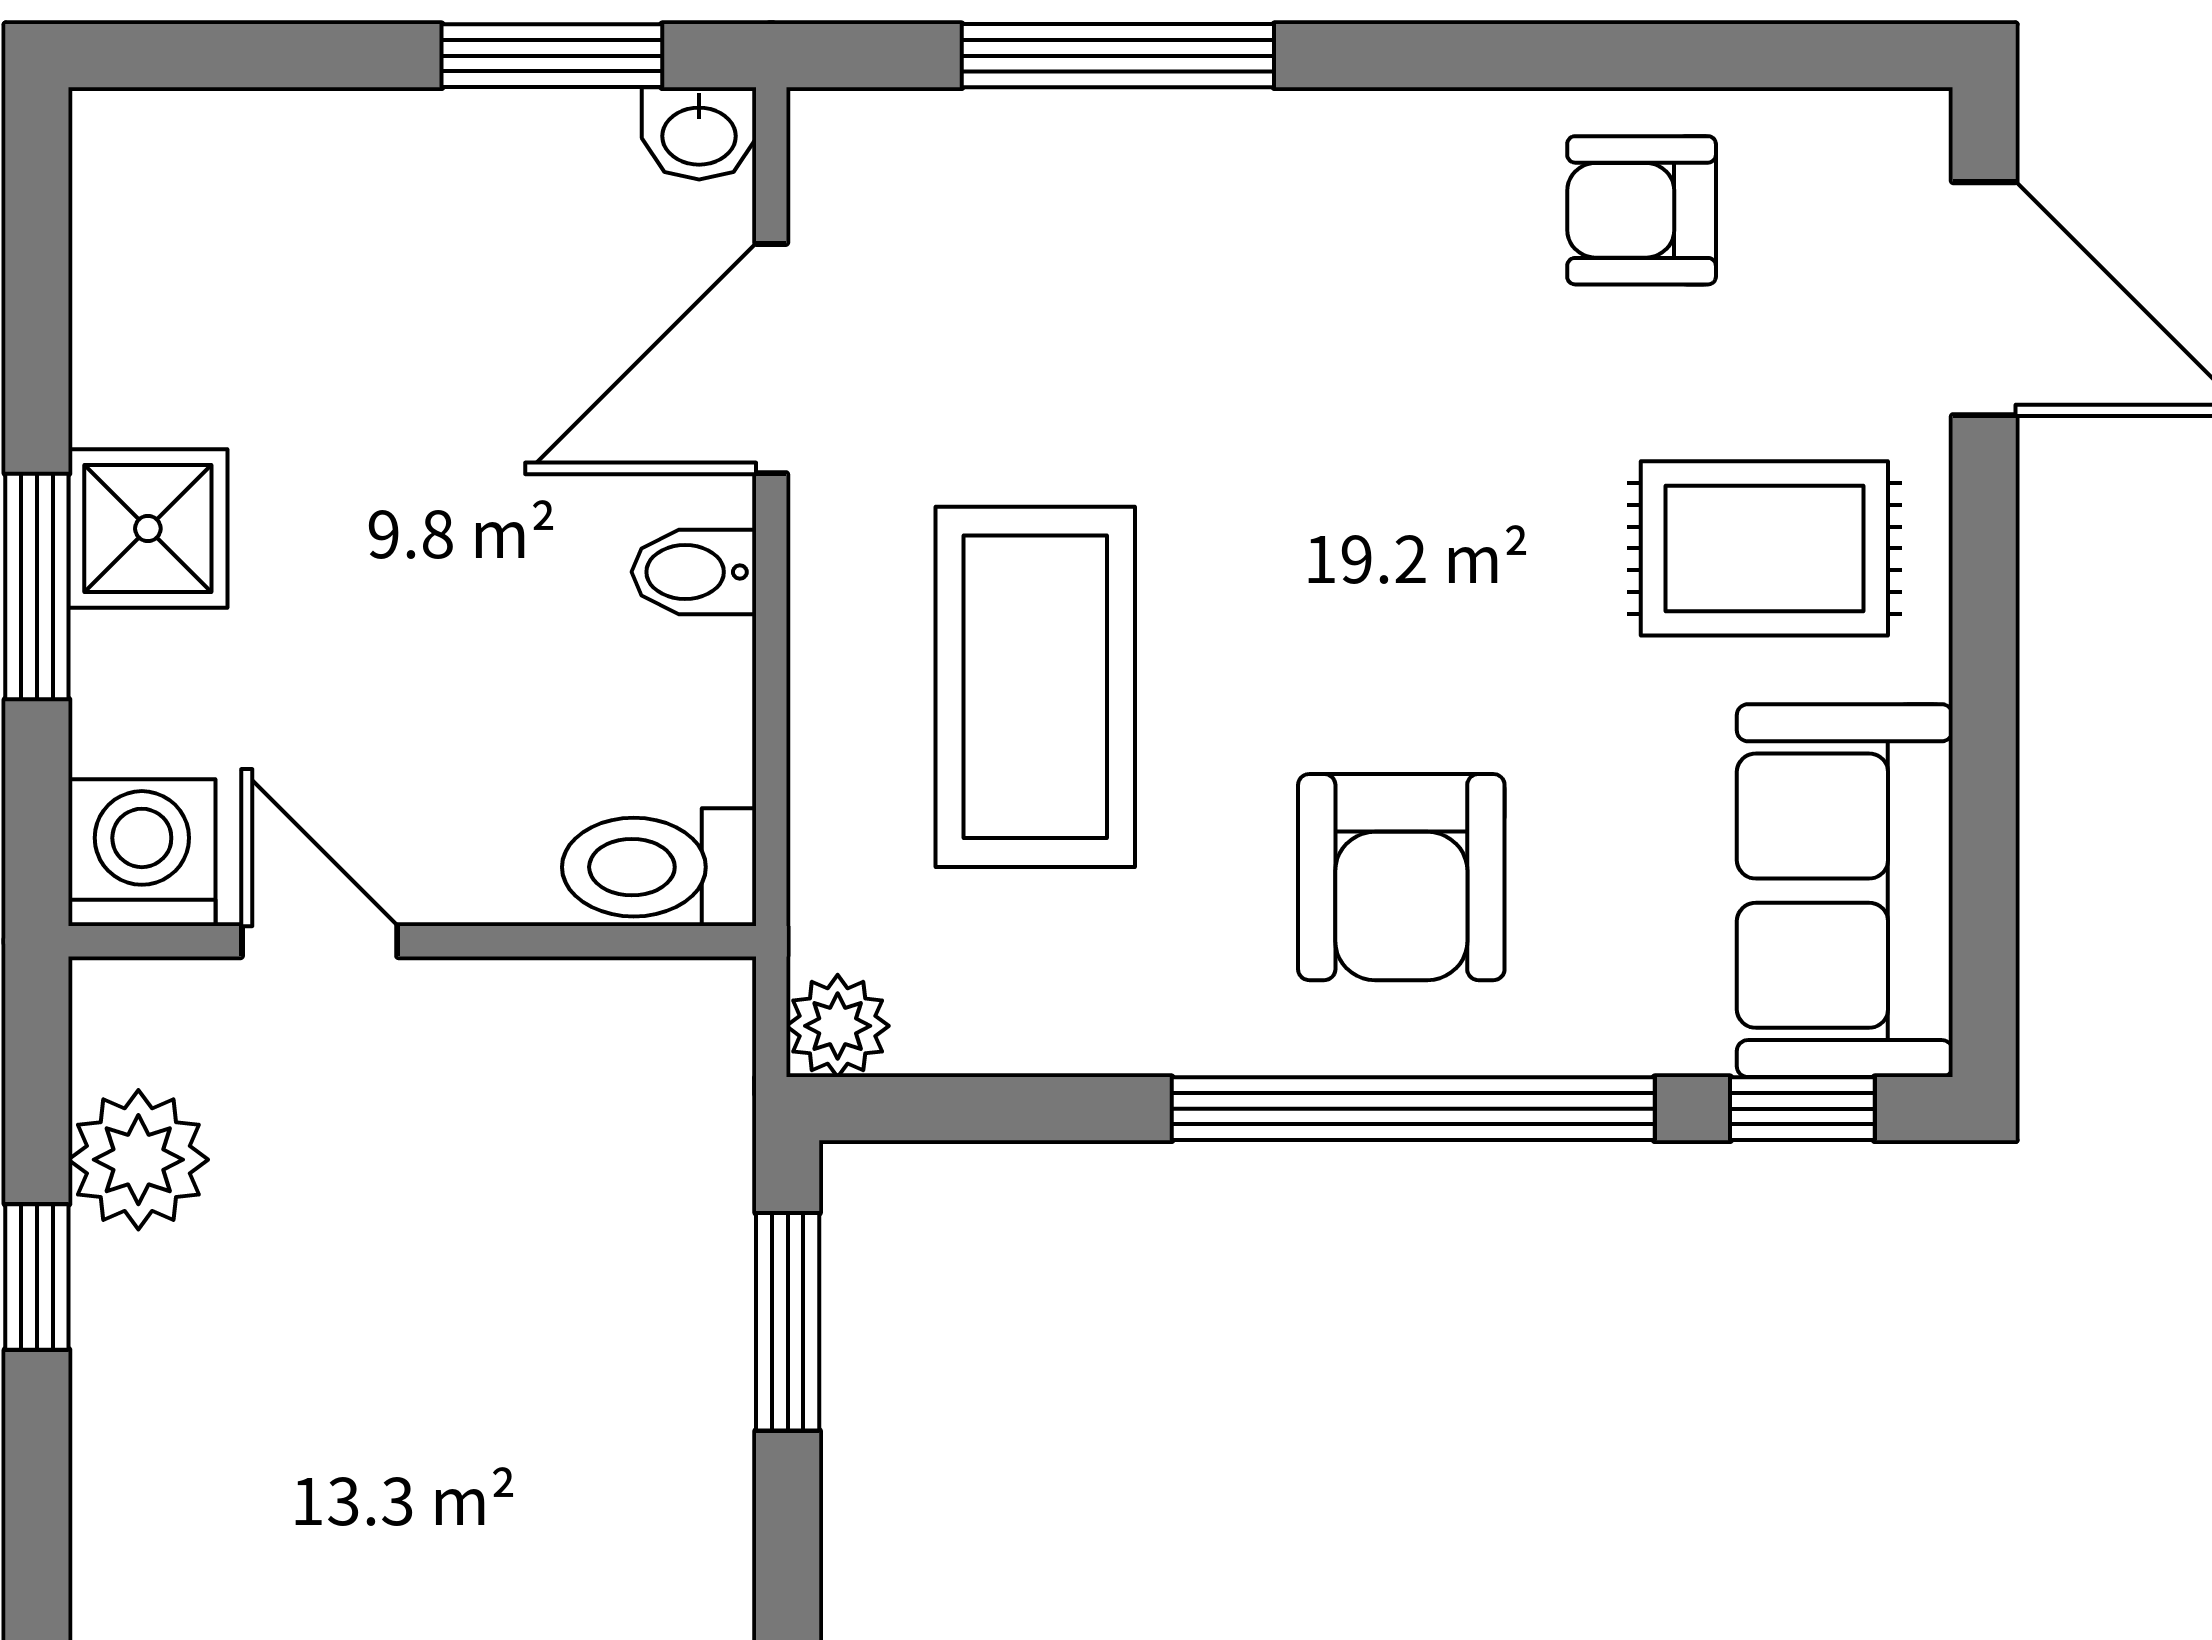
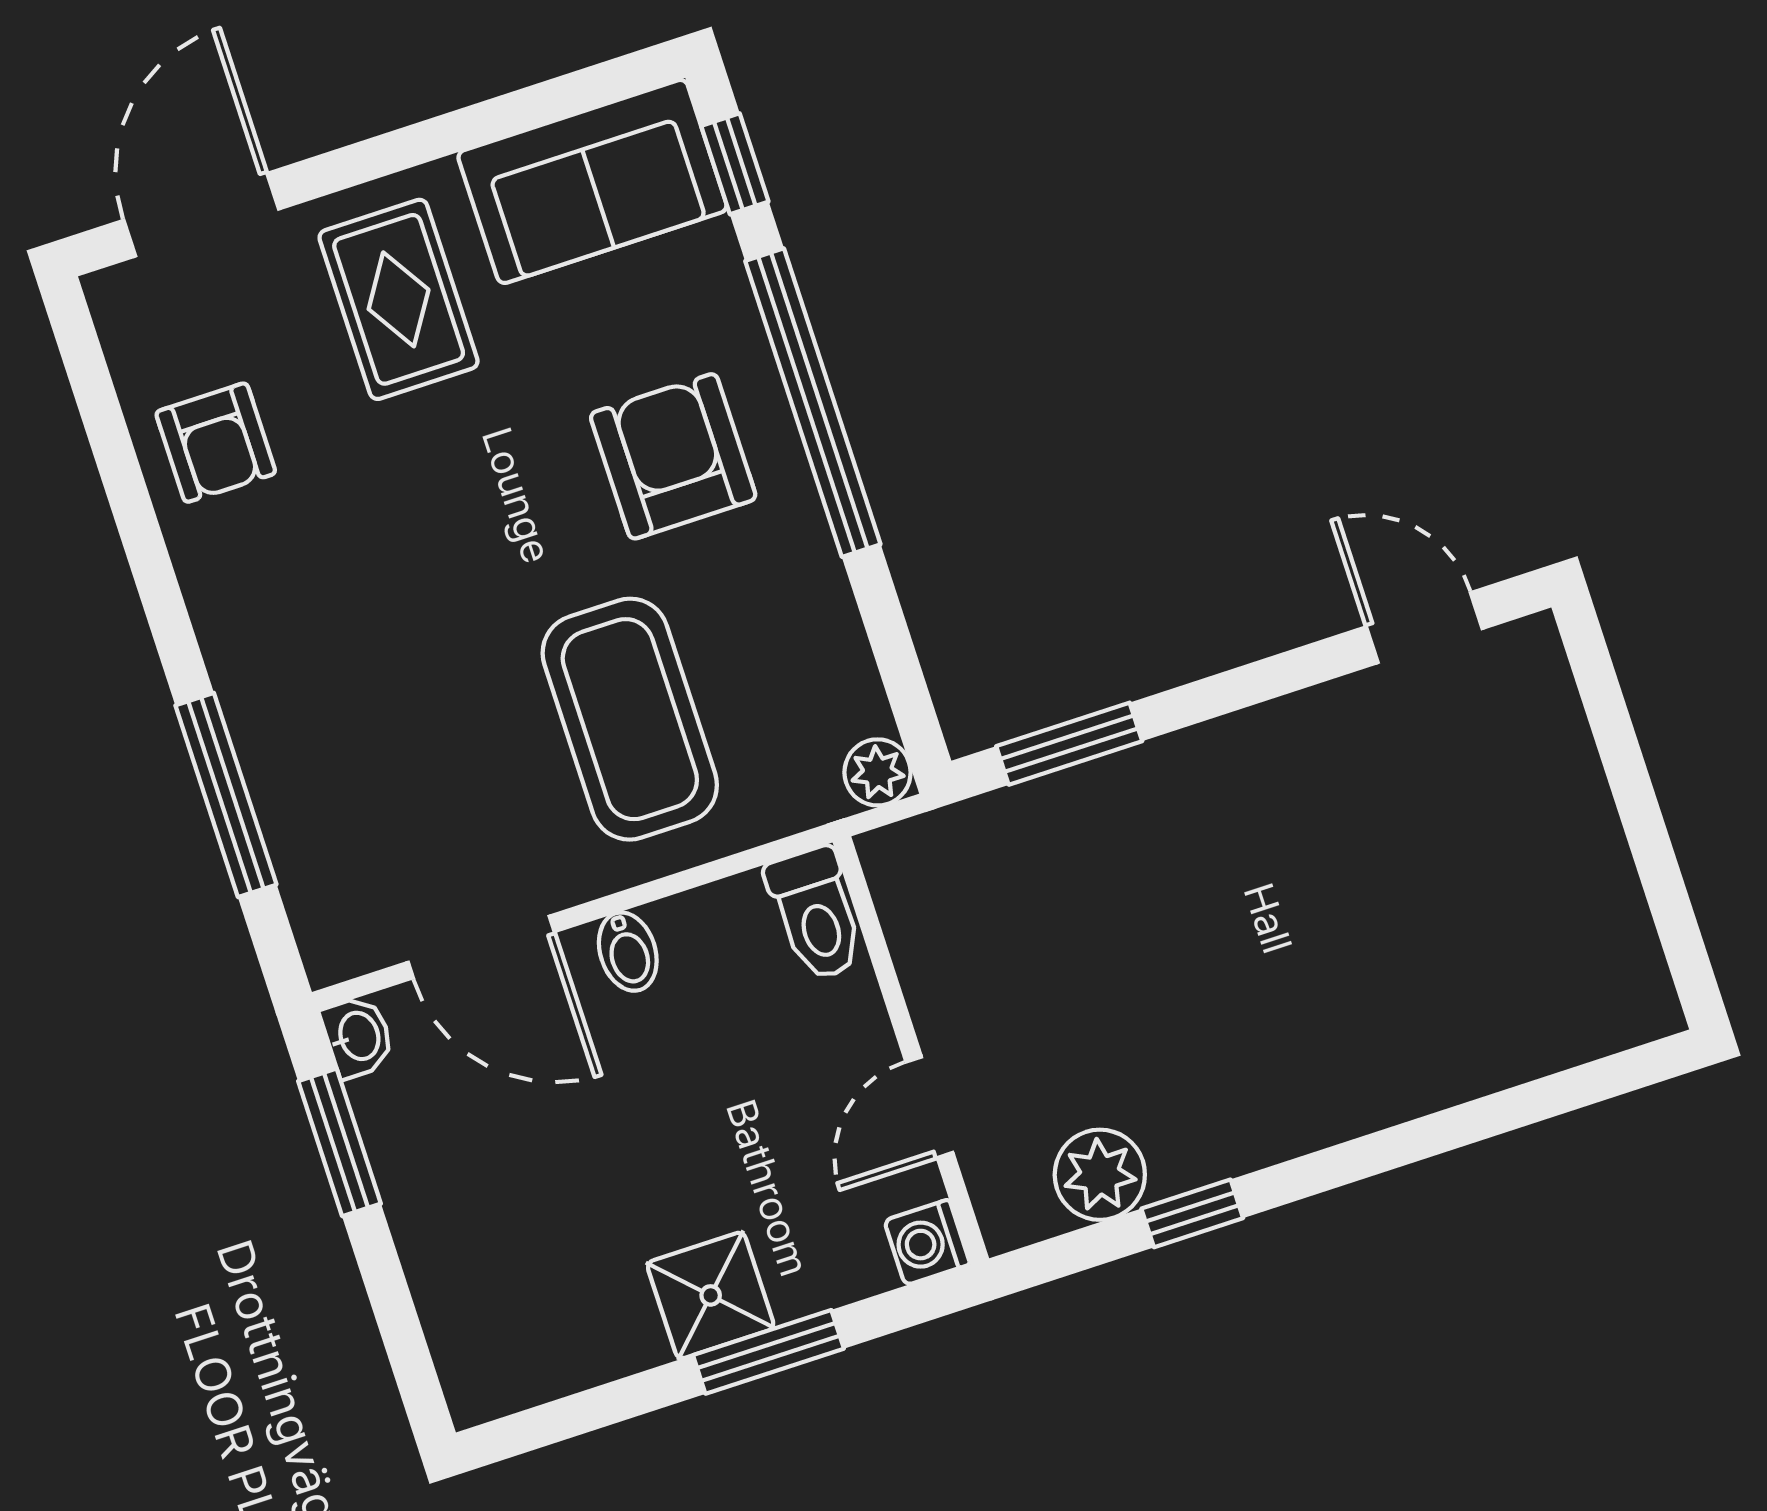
coffee table: (1035, 687) -> (630, 719), turned 90
washing machine: (142, 853) -> (927, 1242), width x0.73, depth x0.73
armchair: (1401, 877) -> (673, 456), turned -90

